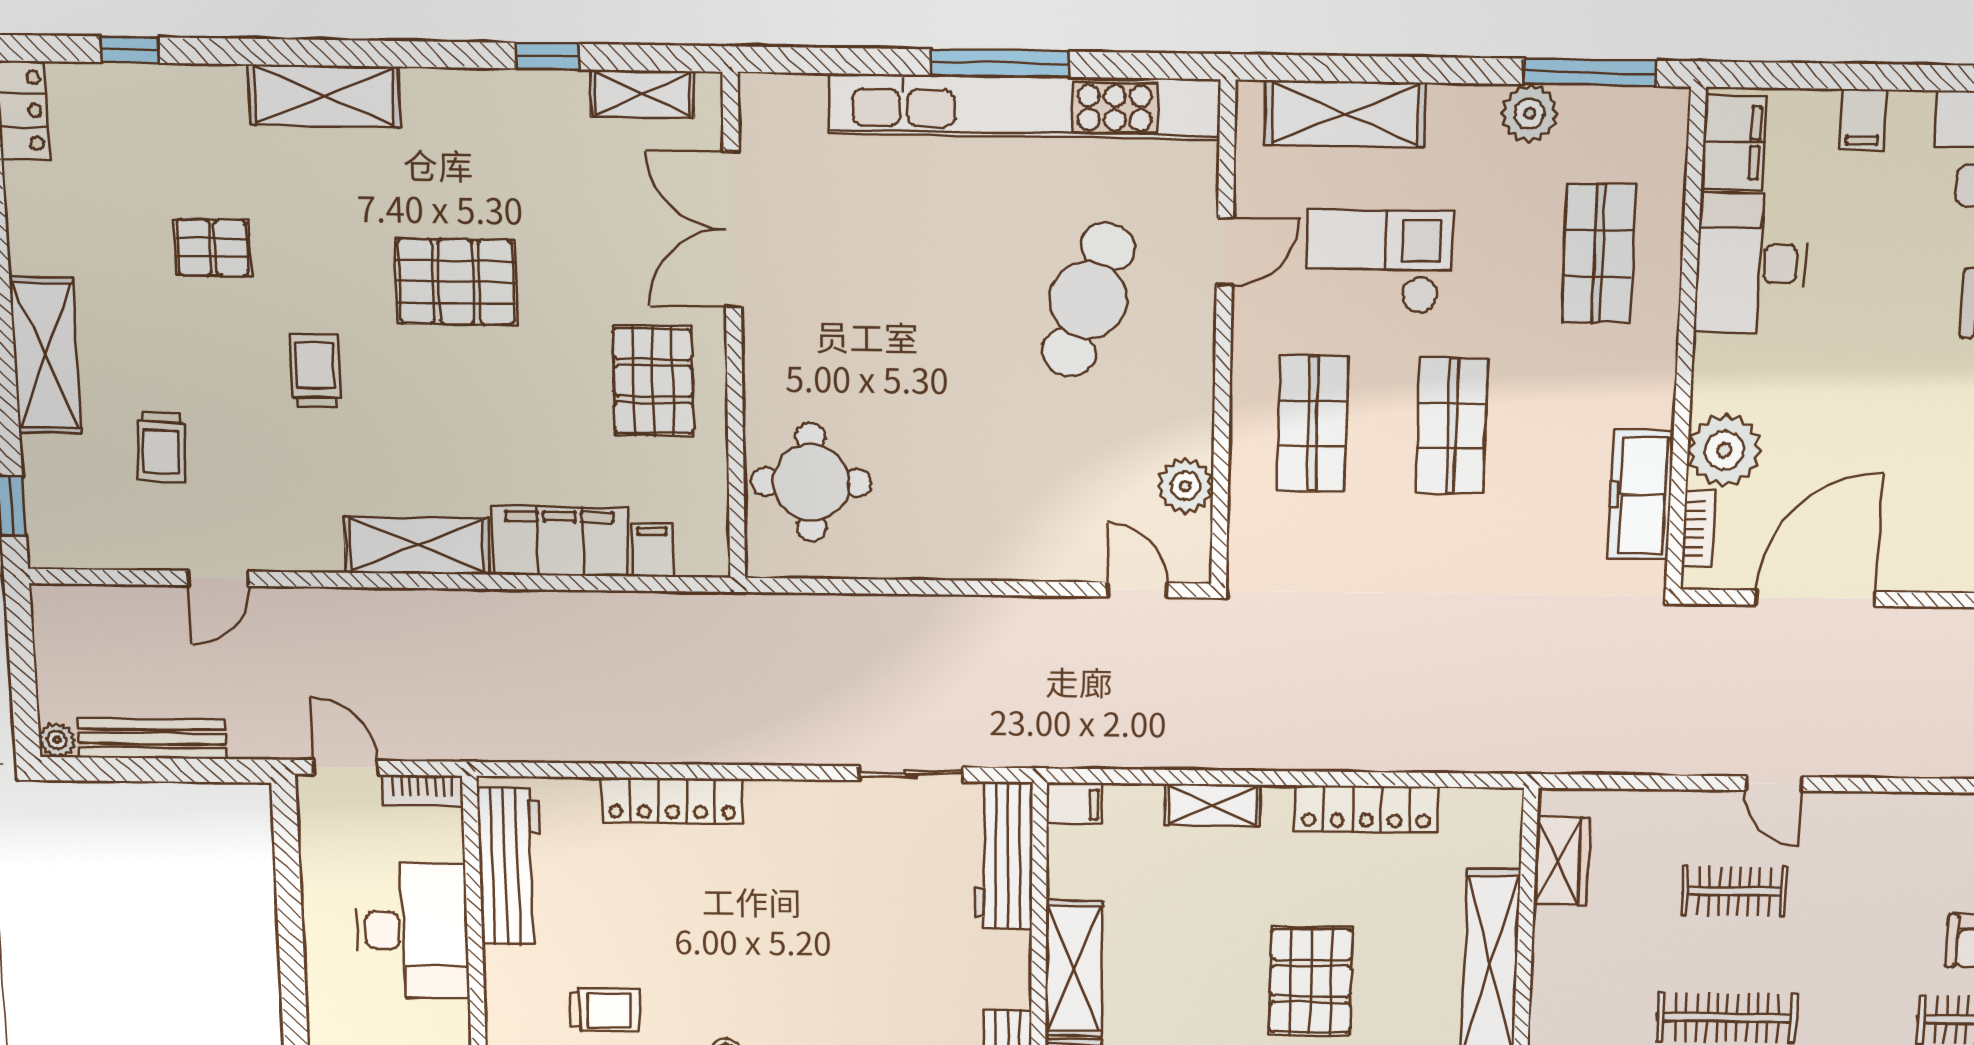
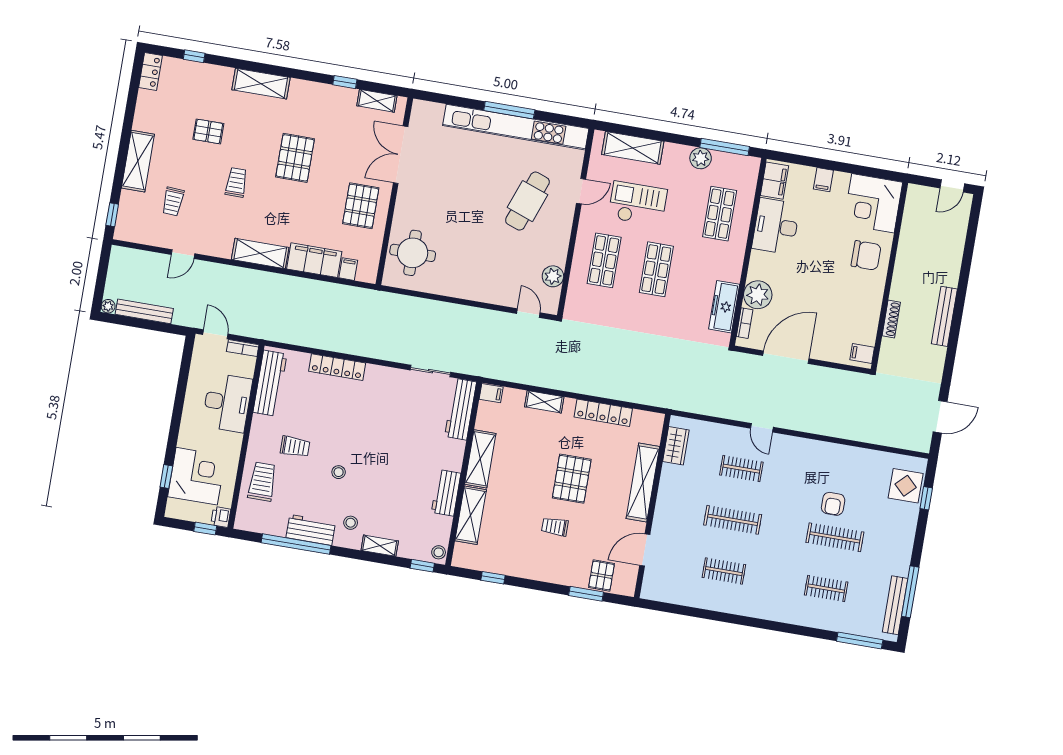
pallet: (456, 282) -> (295, 158), turned 90

